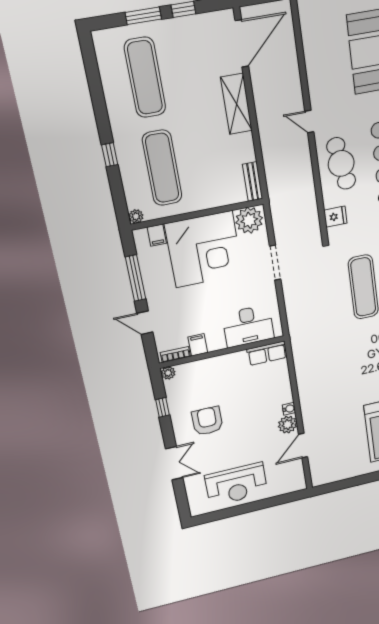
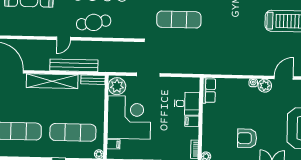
shelving: (236, 104) -> (52, 81), width x1.47
bench: (270, 147) -> (74, 65), added
fridge: (335, 217) -> (127, 31), removed
desk: (248, 326) -> (187, 104), width x0.73
filing cabinet: (198, 345) -> (192, 121), moved
door: (303, 446) -> (284, 78), swing flipped

